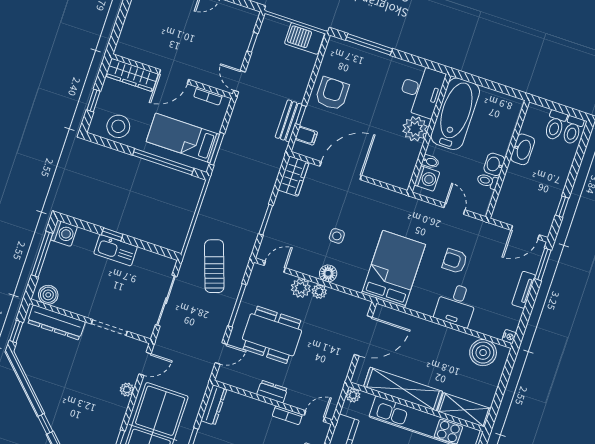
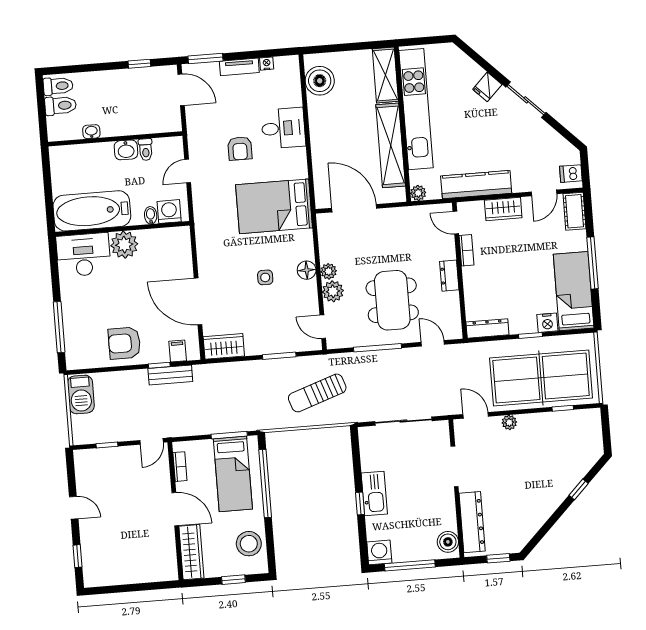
washbasin: (523, 149) -> (91, 132), width x0.52, depth x0.69
sun lounger: (214, 266) -> (317, 393), moved
nightstand: (509, 337) -> (267, 64), moved

